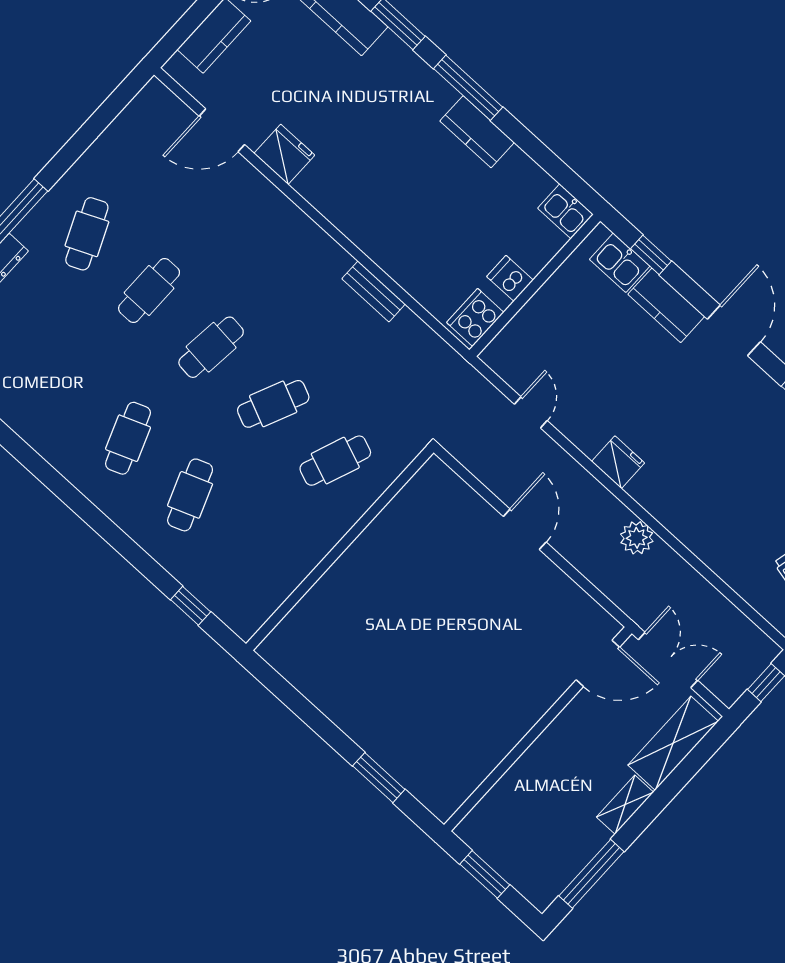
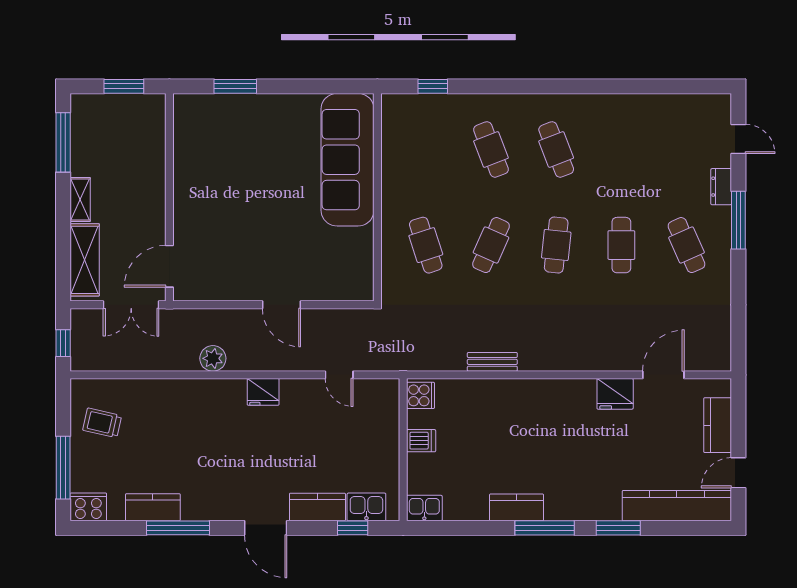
cooker: (475, 317) -> (421, 395), width x0.73
cafe table: (335, 461) -> (426, 245), turned -39
sofa: (336, 610) -> (348, 160), added

